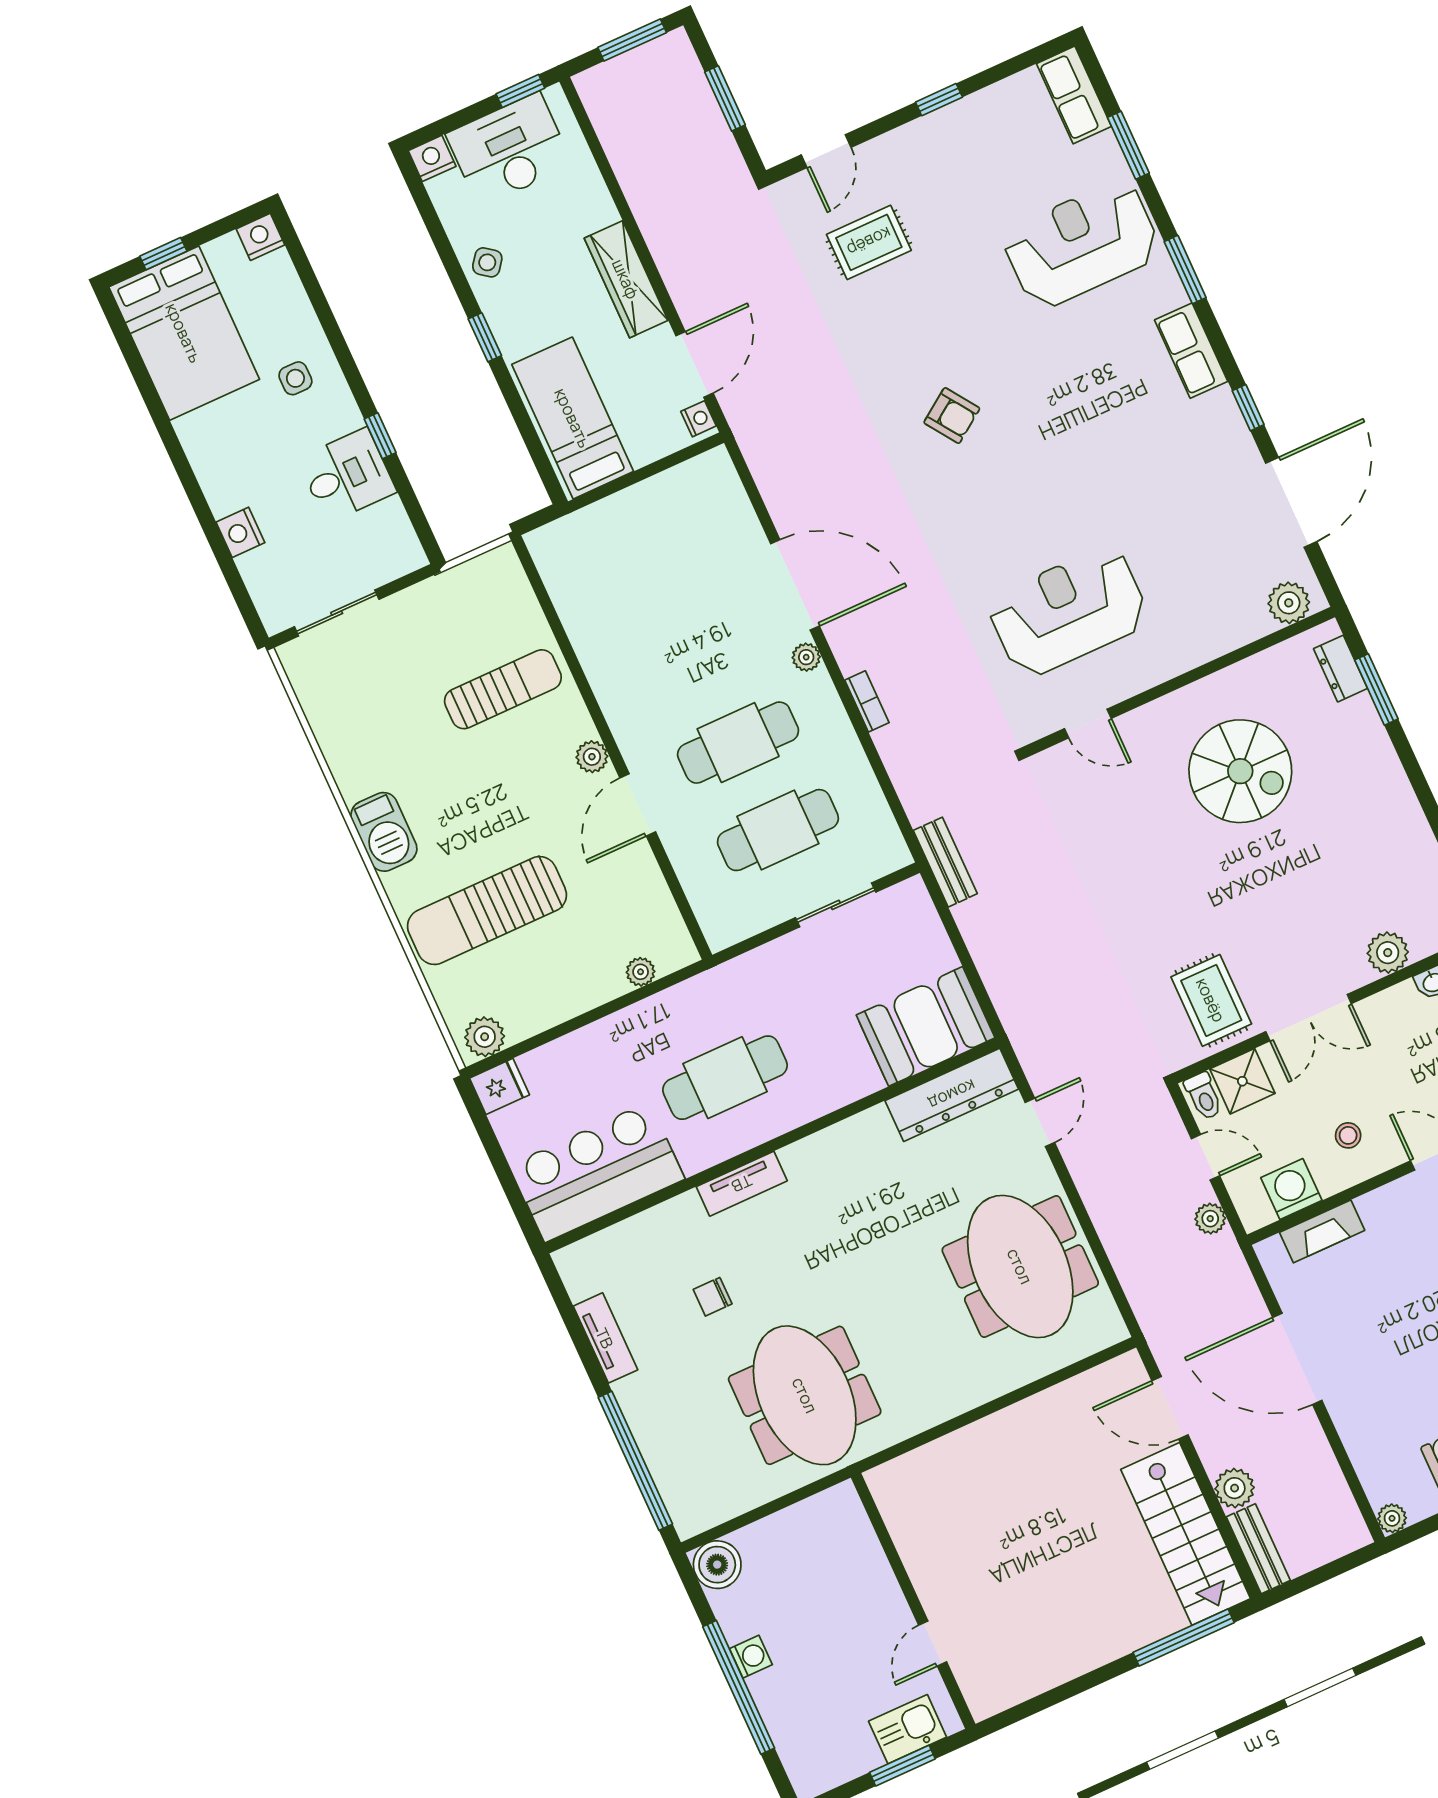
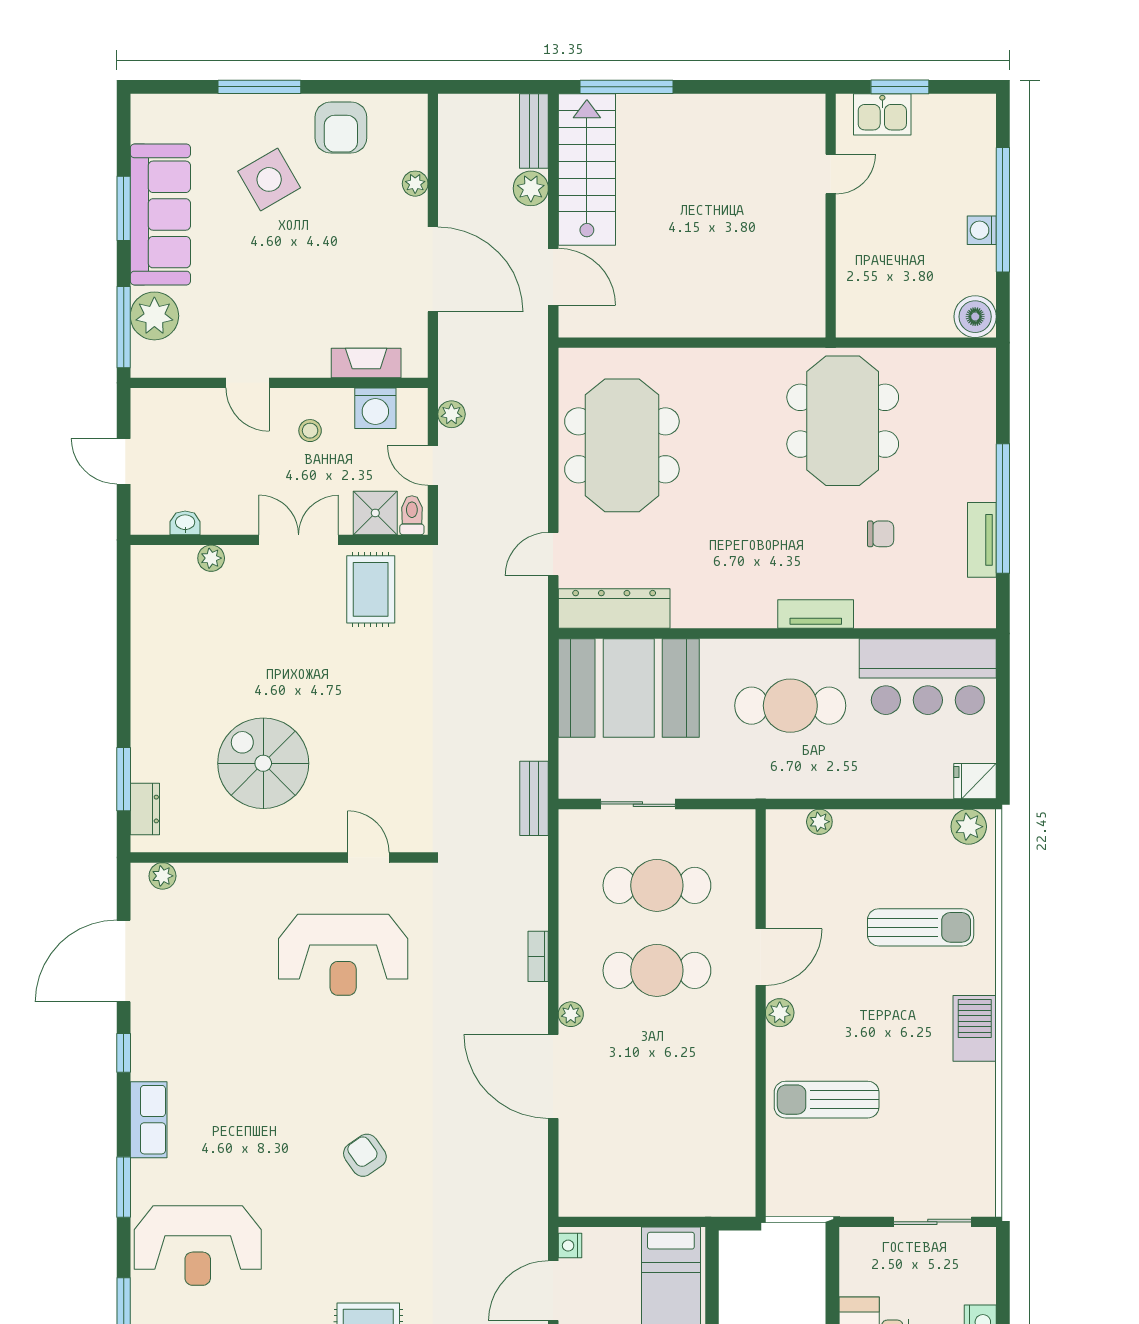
plant: (1289, 603) -> (162, 876), width x0.73, depth x0.73
sun lounger: (487, 911) -> (921, 927), width x0.73, depth x0.75
plant: (1388, 953) -> (211, 558), width x0.73, depth x0.73
booth: (926, 1026) -> (629, 688), width x1.36, depth x1.42
window: (635, 1461) -> (1003, 508), moved
plant: (1392, 1518) -> (415, 184), moved

